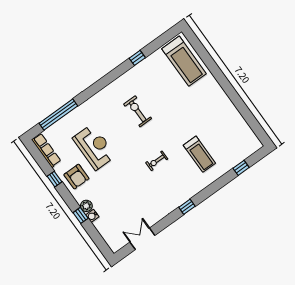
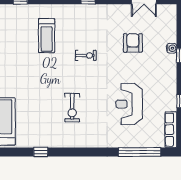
treadmill: (199, 154) -> (47, 36), turned 180
armchair: (76, 177) -> (133, 43), moved
plant: (86, 206) -> (171, 60), removed

